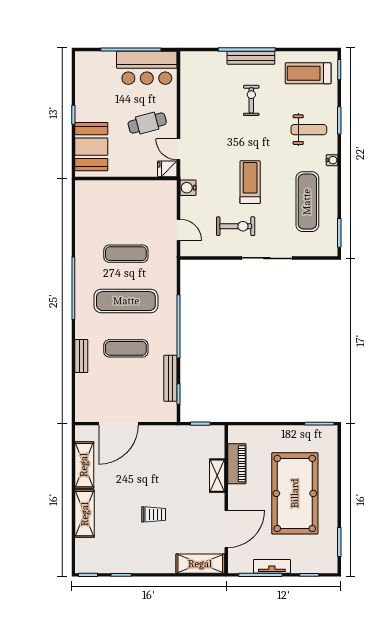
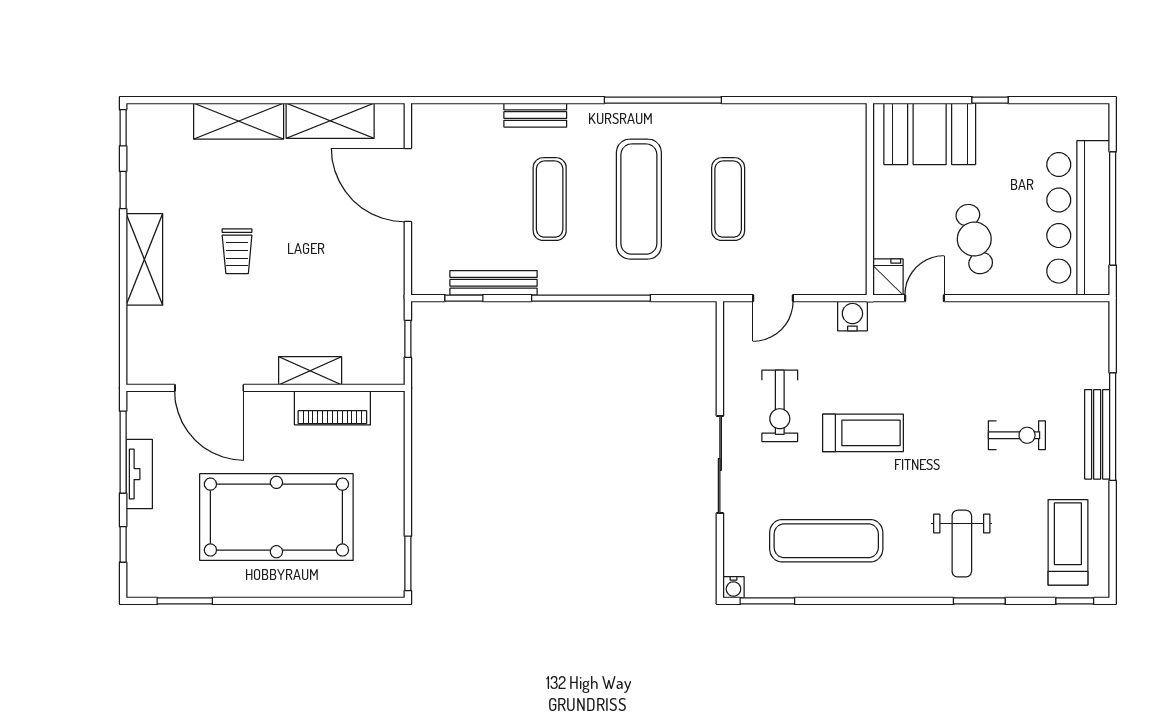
bar counter: (147, 68) -> (1078, 218), width x1.36
water cooler: (332, 160) -> (733, 587), moved
shelving: (200, 564) -> (144, 259), moved

